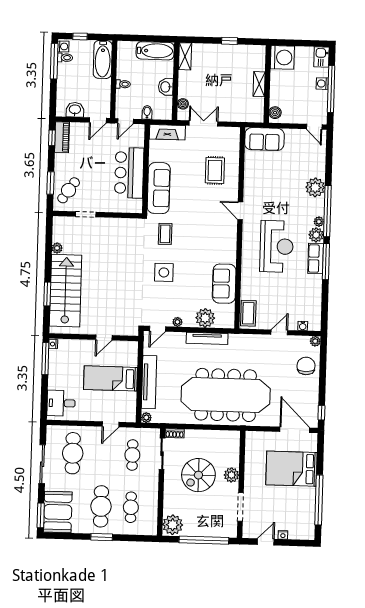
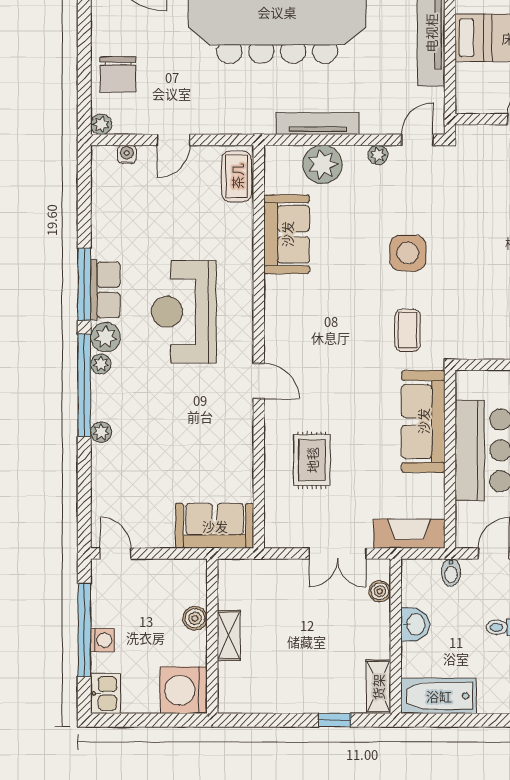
window: (230, 41) -> (334, 720), moved
boiler: (275, 113) -> (195, 618), moved
plant: (315, 187) -> (101, 432), width x0.53, depth x0.53

